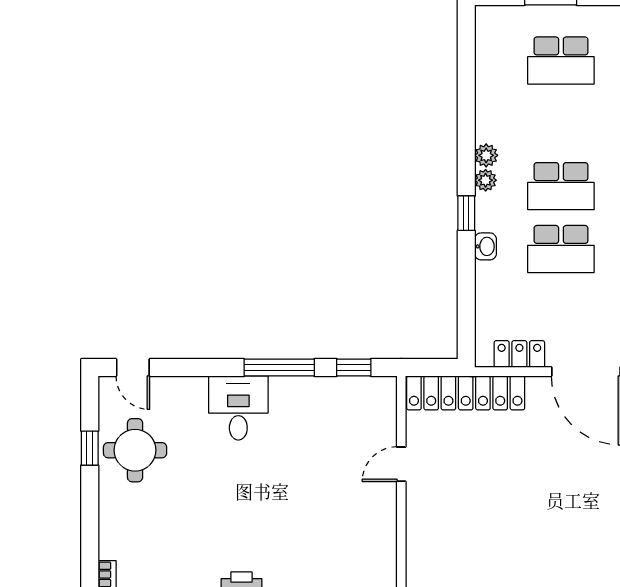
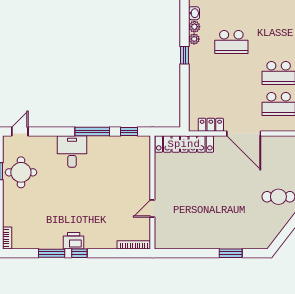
washbasin: (485, 246) -> (194, 13), moved
school desk: (561, 249) -> (231, 73), removed
door: (133, 367) -> (20, 131), swing flipped
door: (401, 464) -> (152, 209), moved

